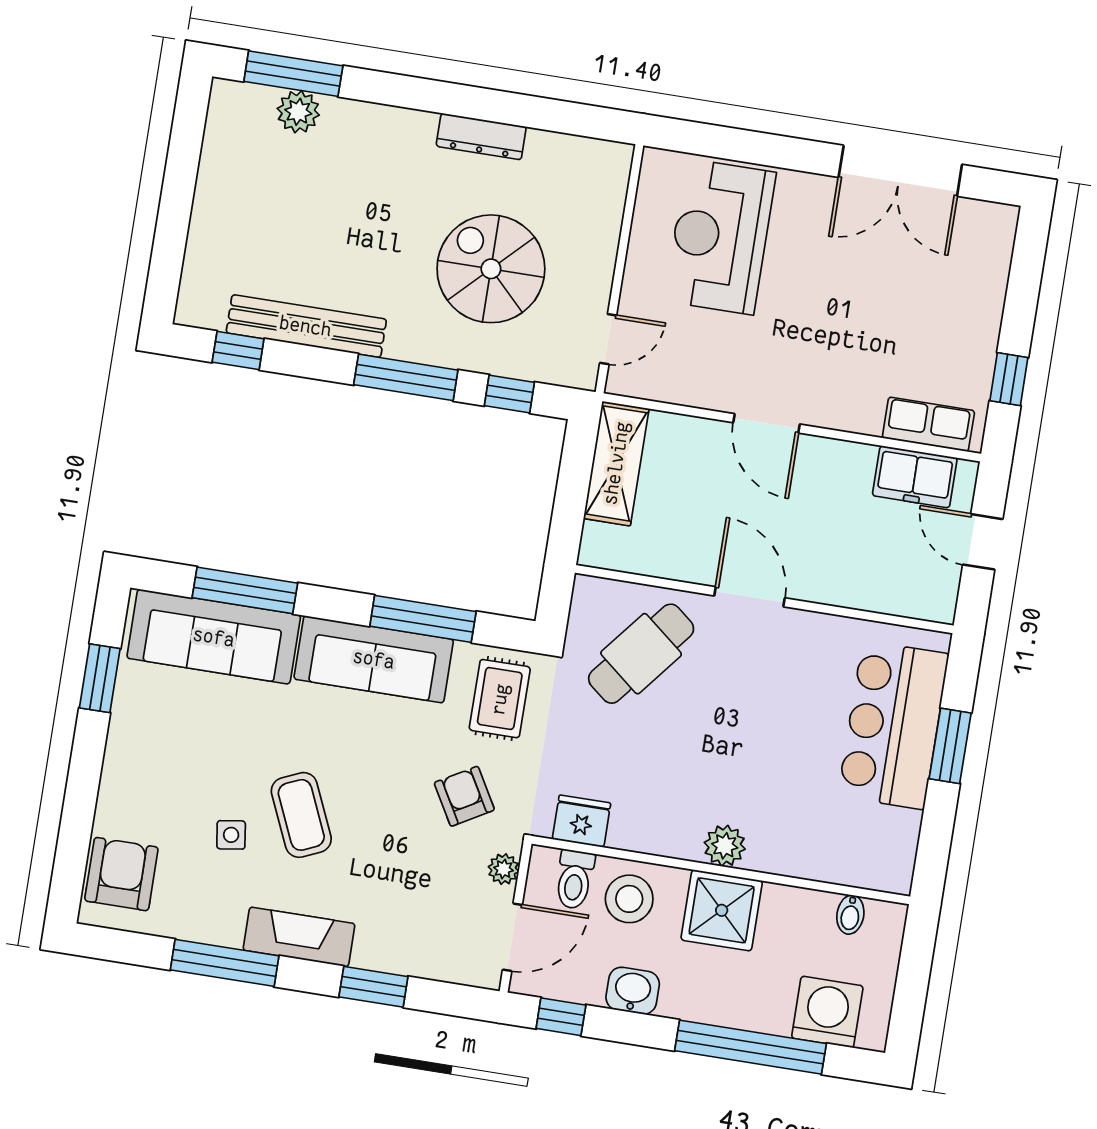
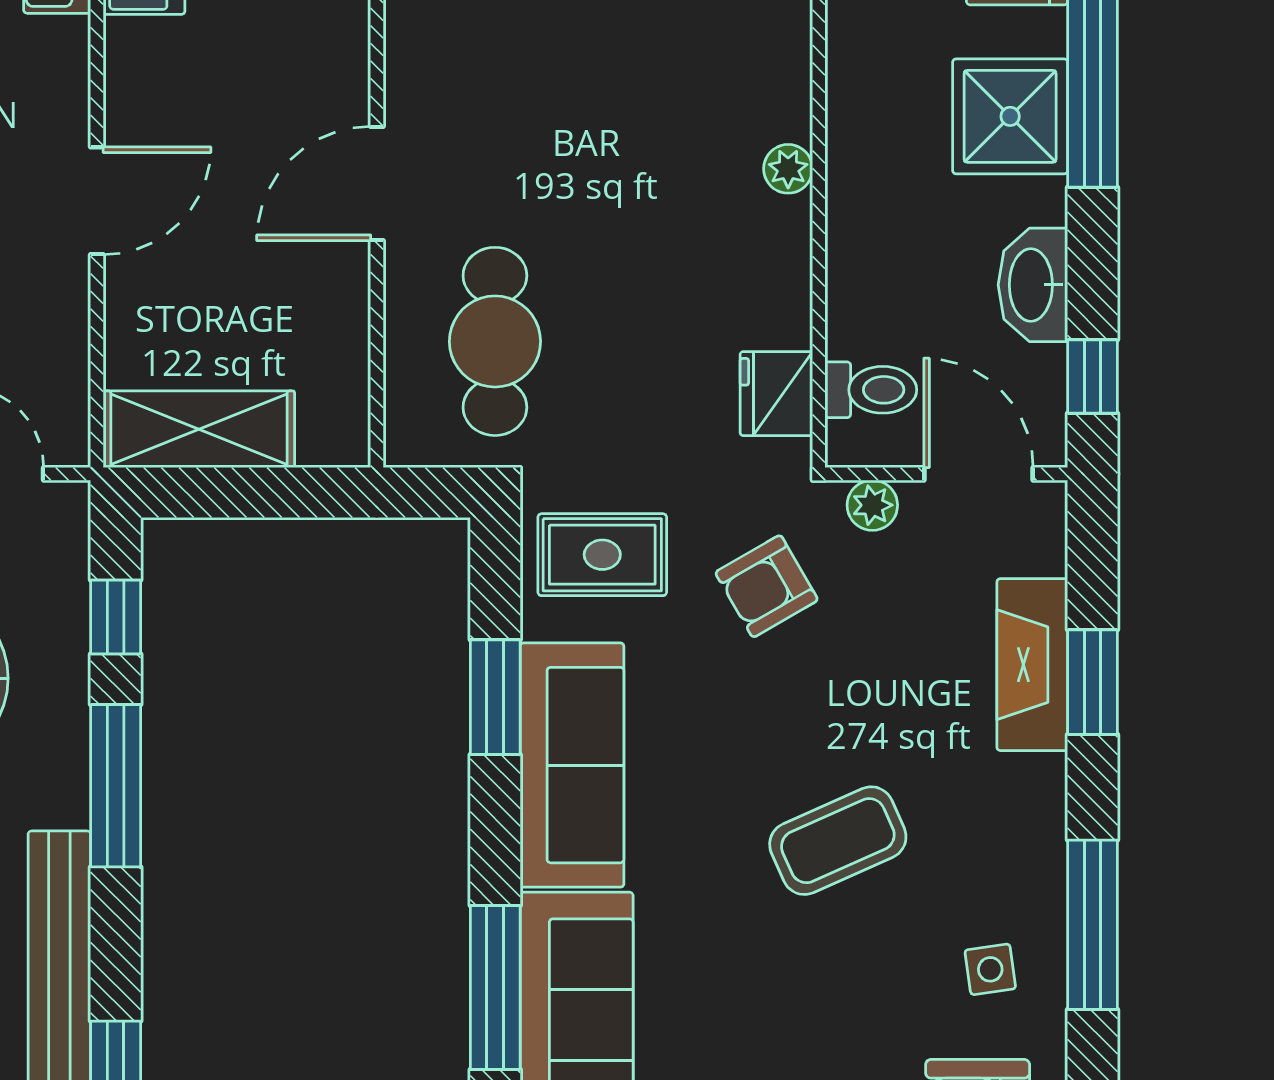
window: (423, 619) -> (495, 697), width x0.69
cafe table: (641, 654) -> (495, 341), turned 51
side table: (231, 835) -> (990, 969), moved
plant: (725, 846) -> (788, 169), width x0.73, depth x0.73
stool: (629, 899) -> (888, 298), removed
shower: (722, 910) -> (1010, 116), moved
fireplace: (299, 937) -> (1032, 665), moved
washbasin: (633, 991) -> (1033, 285), width x1.38

